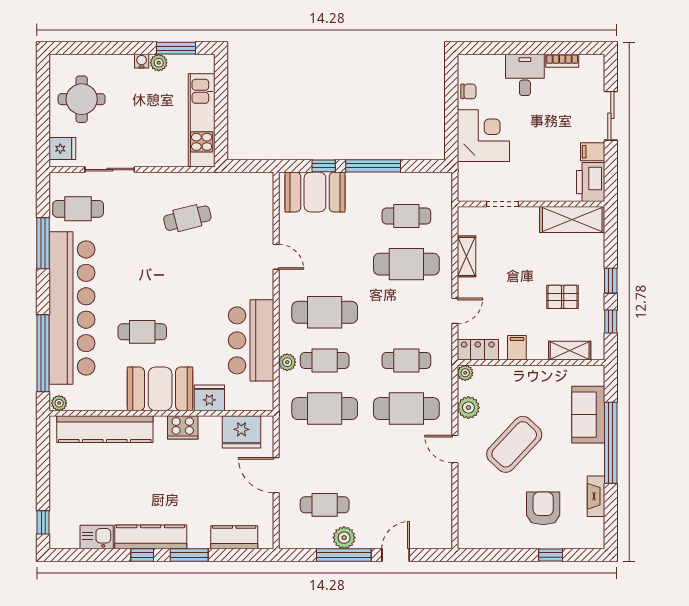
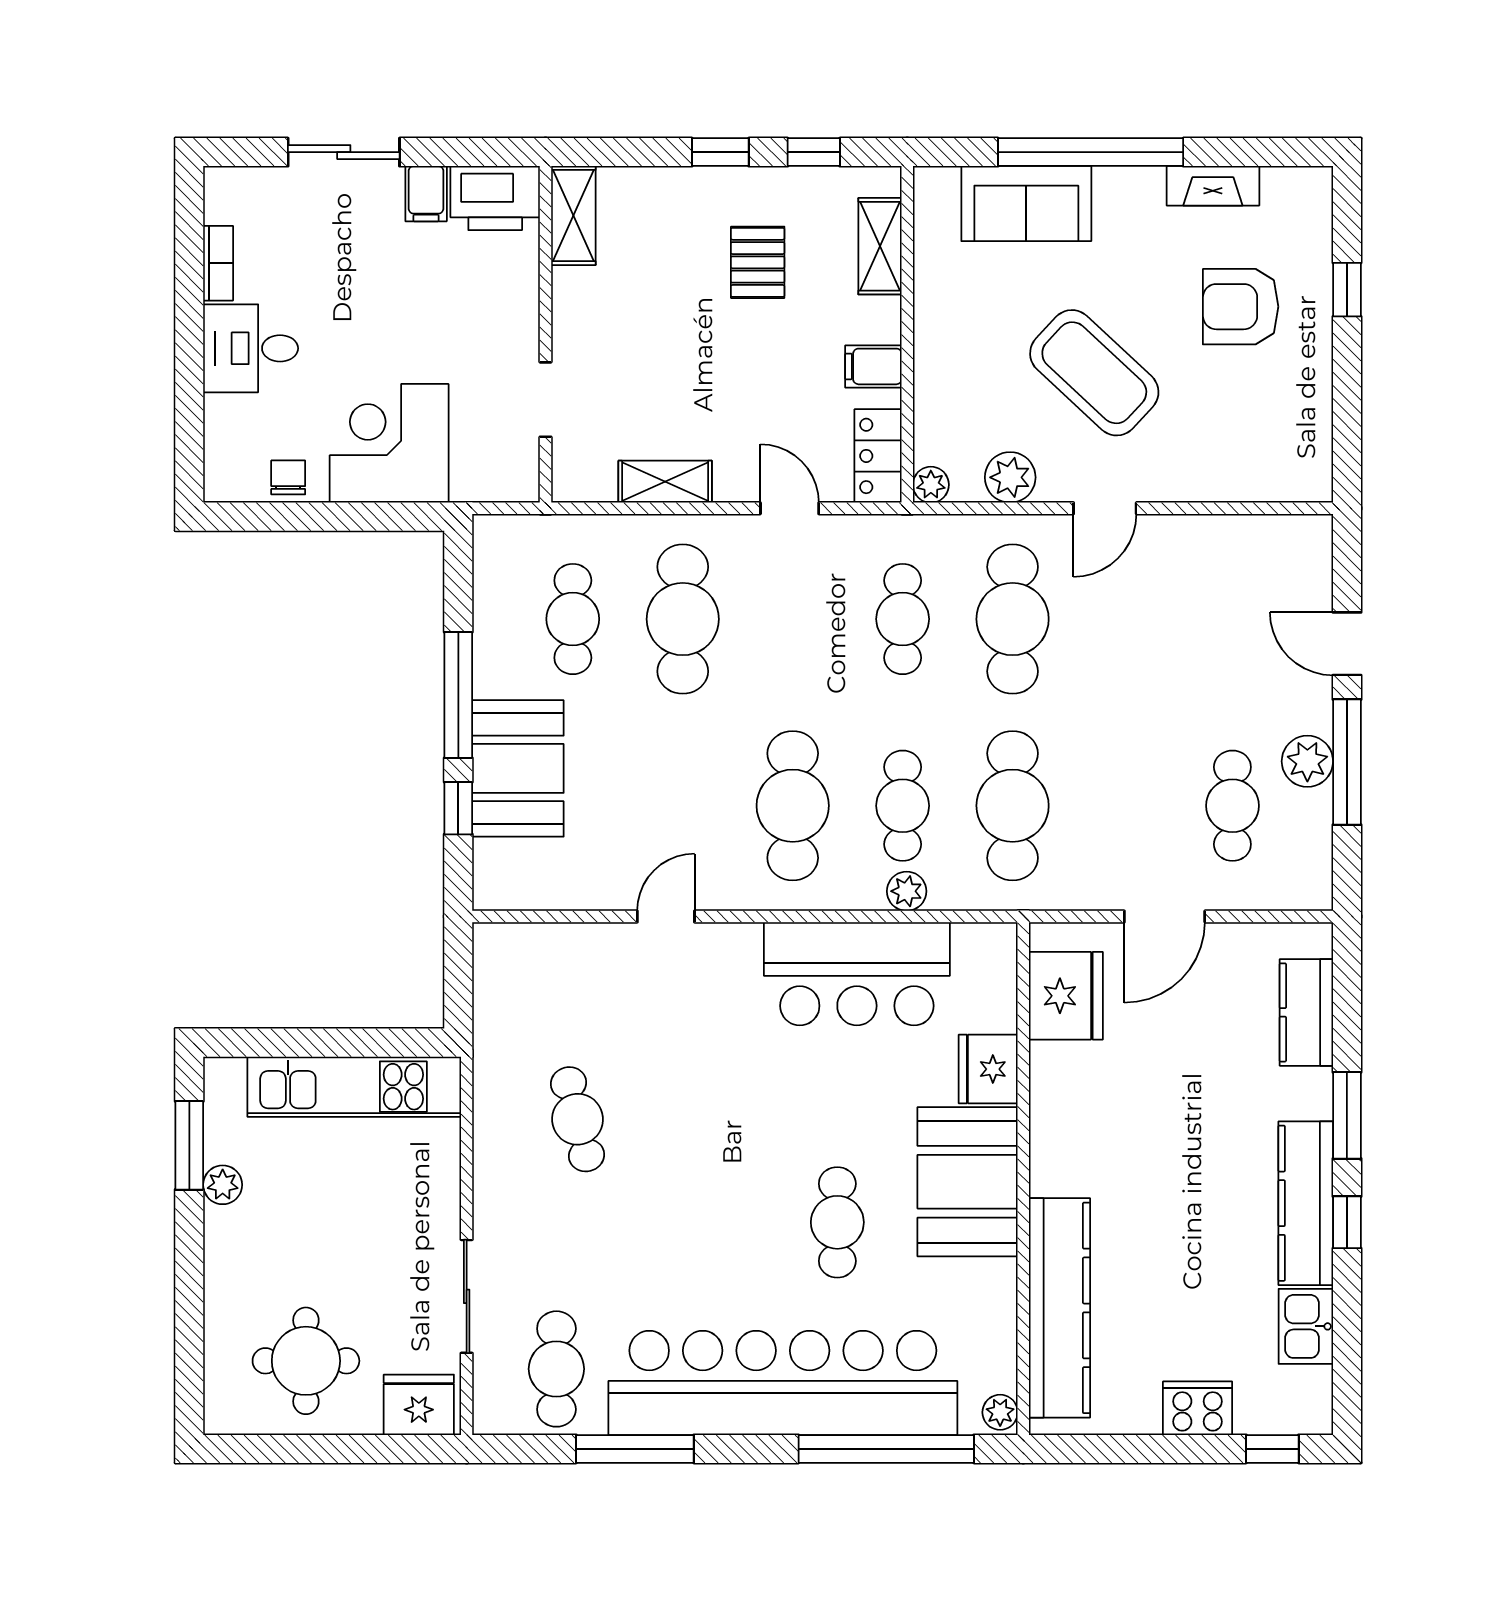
water cooler: (142, 61) -> (219, 1224), removed
fridge: (62, 149) -> (419, 1405), width x1.38
booth: (315, 192) -> (518, 768), moved
shelving: (572, 220) -> (573, 216), width x0.67, depth x0.75
cooker: (183, 427) -> (1198, 1408), moved, turned -90

